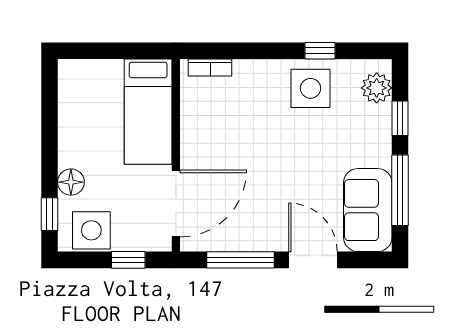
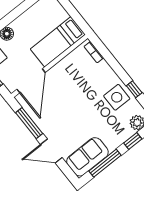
door: (176, 203) -> (31, 81), hinge flipped
door: (313, 260) -> (51, 151), swing flipped

